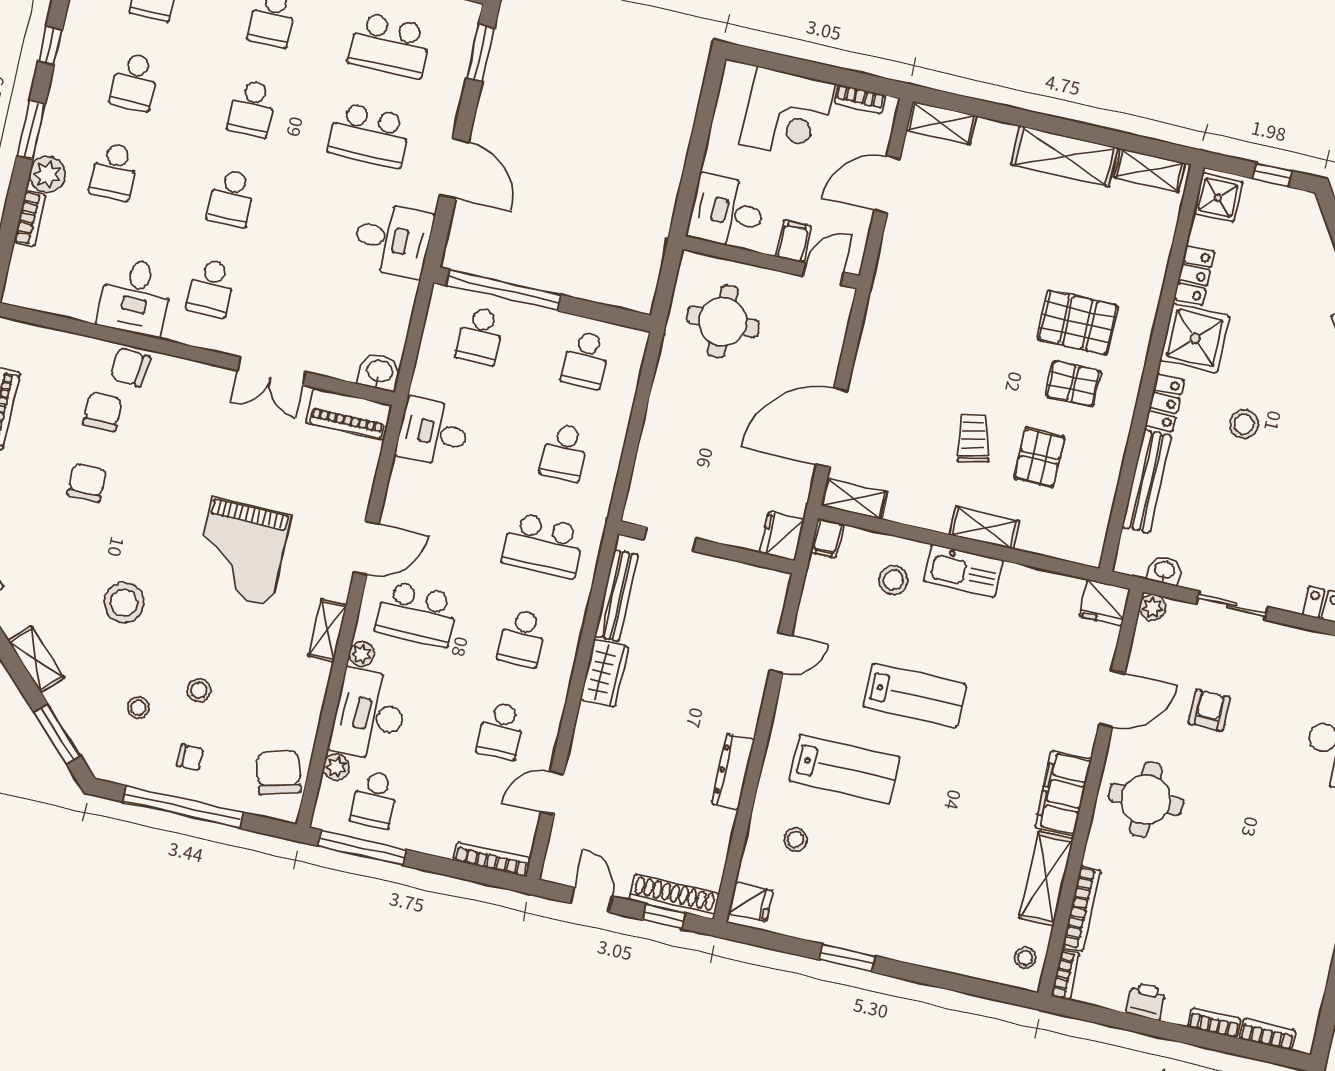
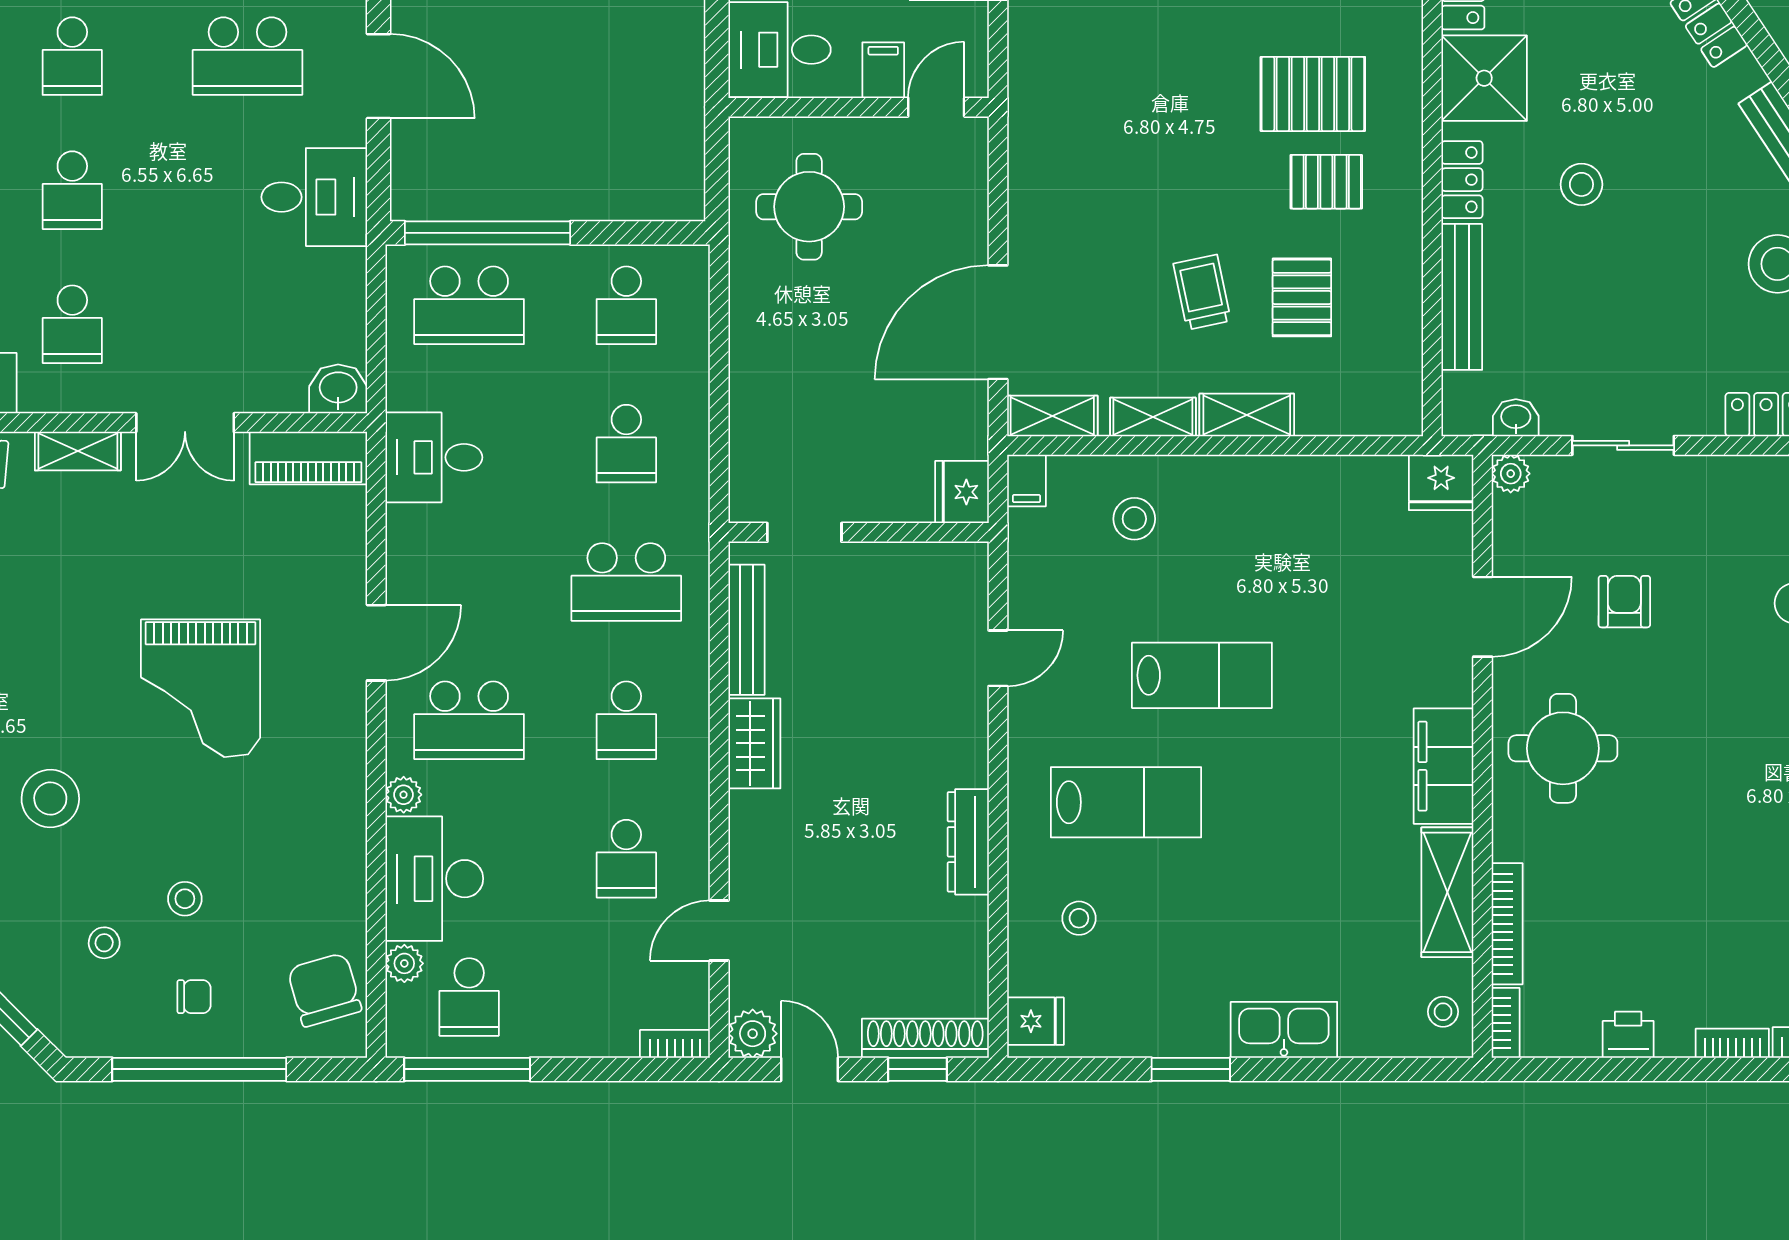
school desk: (480, 336) -> (469, 305), width x1.85
shelving: (921, 515) -> (1153, 417), added
kitchen sink: (963, 571) -> (1284, 1030), moved, turned 180
shelving: (327, 630) -> (78, 451), moved, turned 90
bookcase: (492, 859) -> (675, 1044), width x0.64
plant: (559, 867) -> (753, 1034), added

